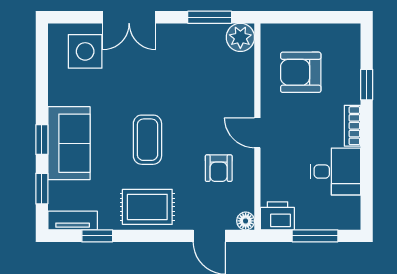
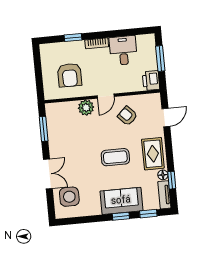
plant: (240, 37) -> (86, 108), moved
armchair: (219, 168) -> (127, 116), turned -134
floor lamp: (246, 221) -> (163, 175), moved

